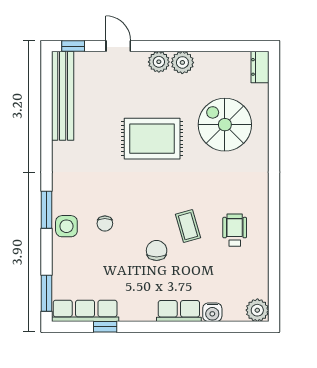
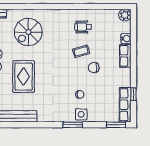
rug: (152, 139) -> (24, 77), moved

